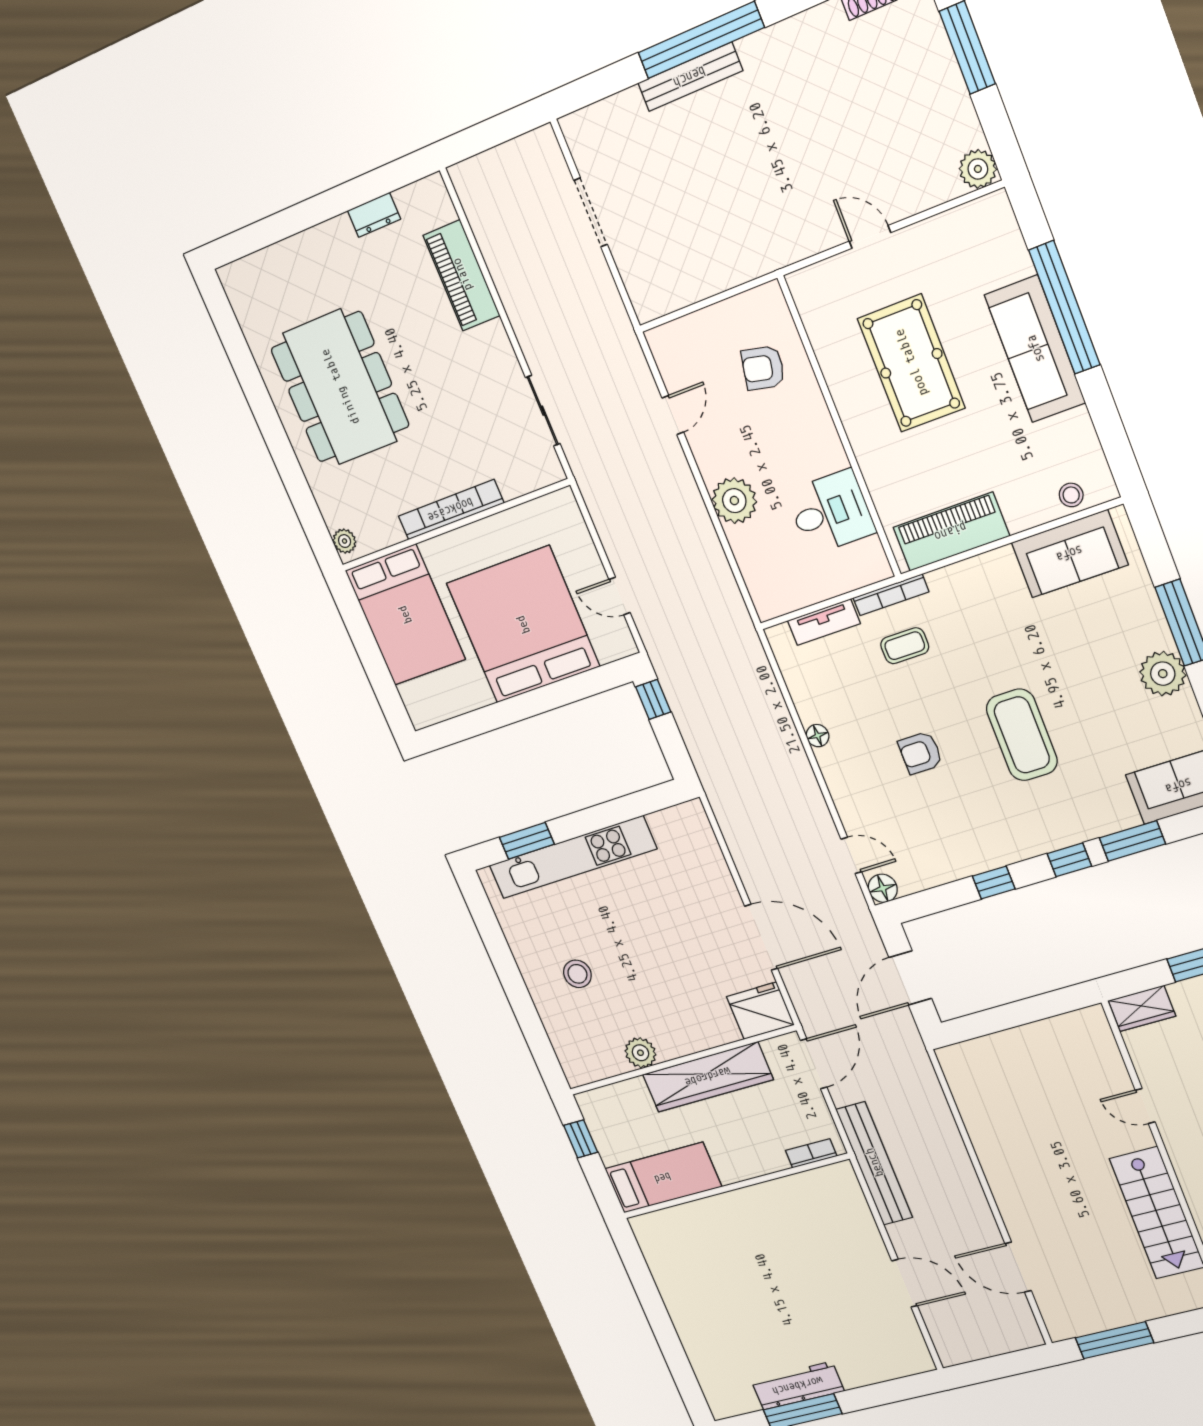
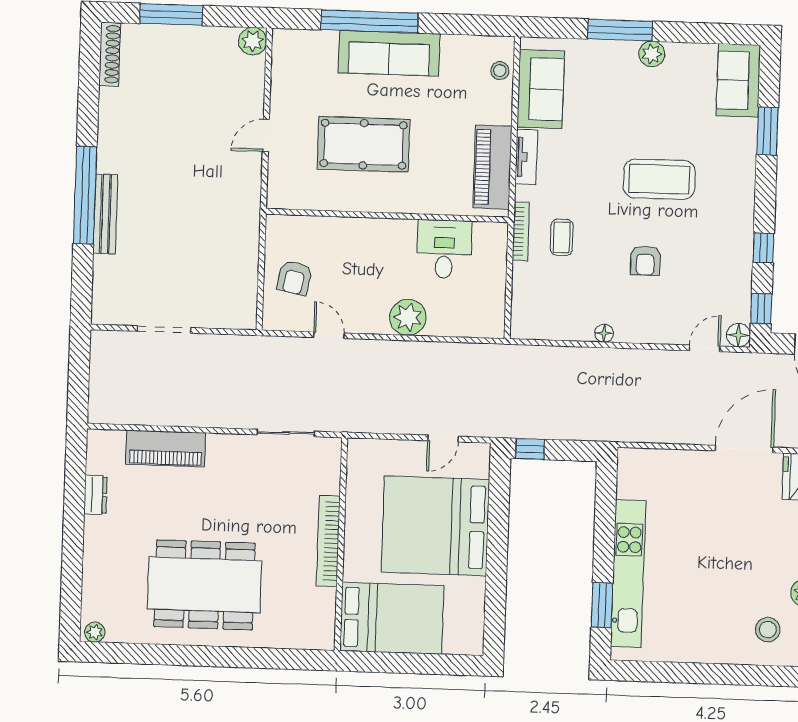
armchair: (763, 368) -> (295, 278), moved
plant: (345, 541) -> (95, 632), moved
tv unit: (824, 622) -> (526, 157), moved
plant: (1163, 674) -> (652, 54), width x0.73, depth x0.73
window: (1069, 860) -> (761, 309), moved
stool: (577, 974) -> (768, 630), moved

